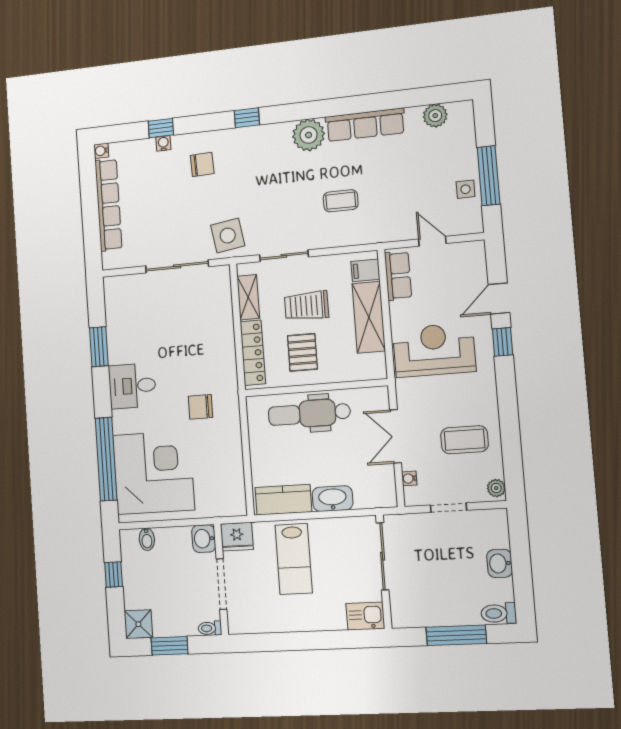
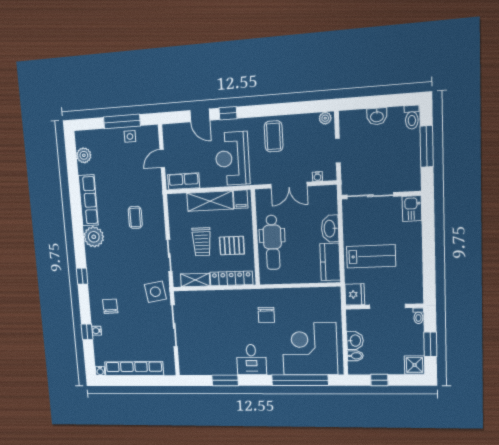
filing cabinet: (365, 270) -> (241, 199), moved
coffee table: (464, 440) -> (274, 136), moved
washbasin: (204, 539) -> (355, 341), moved, turned -90

